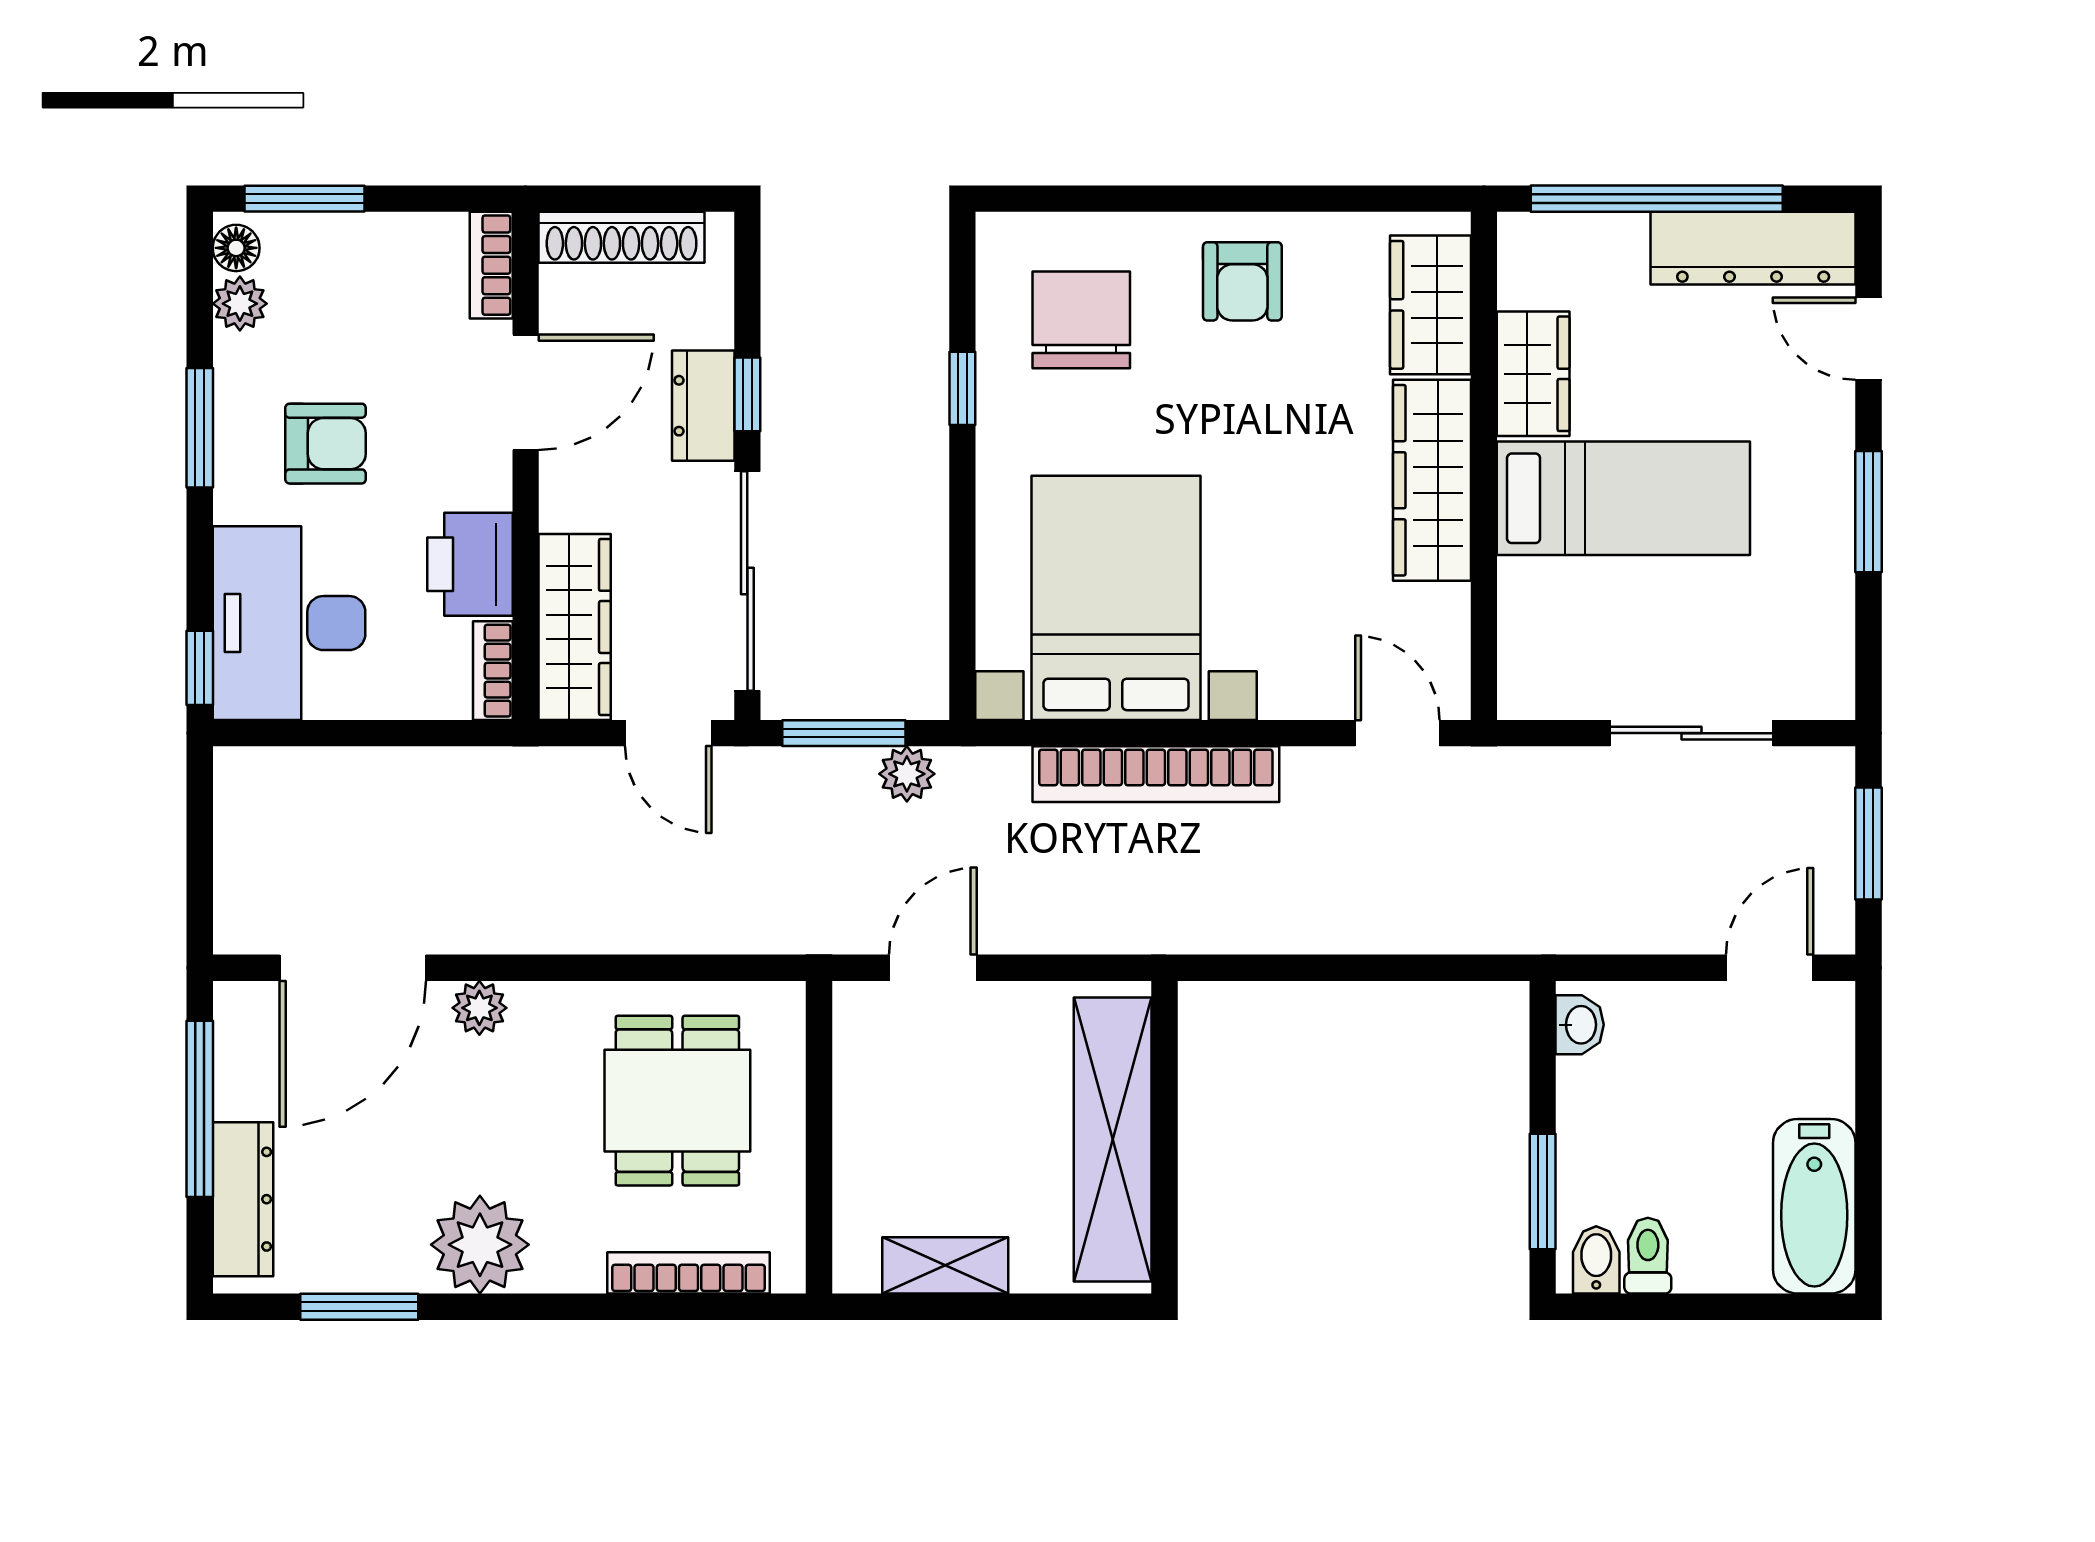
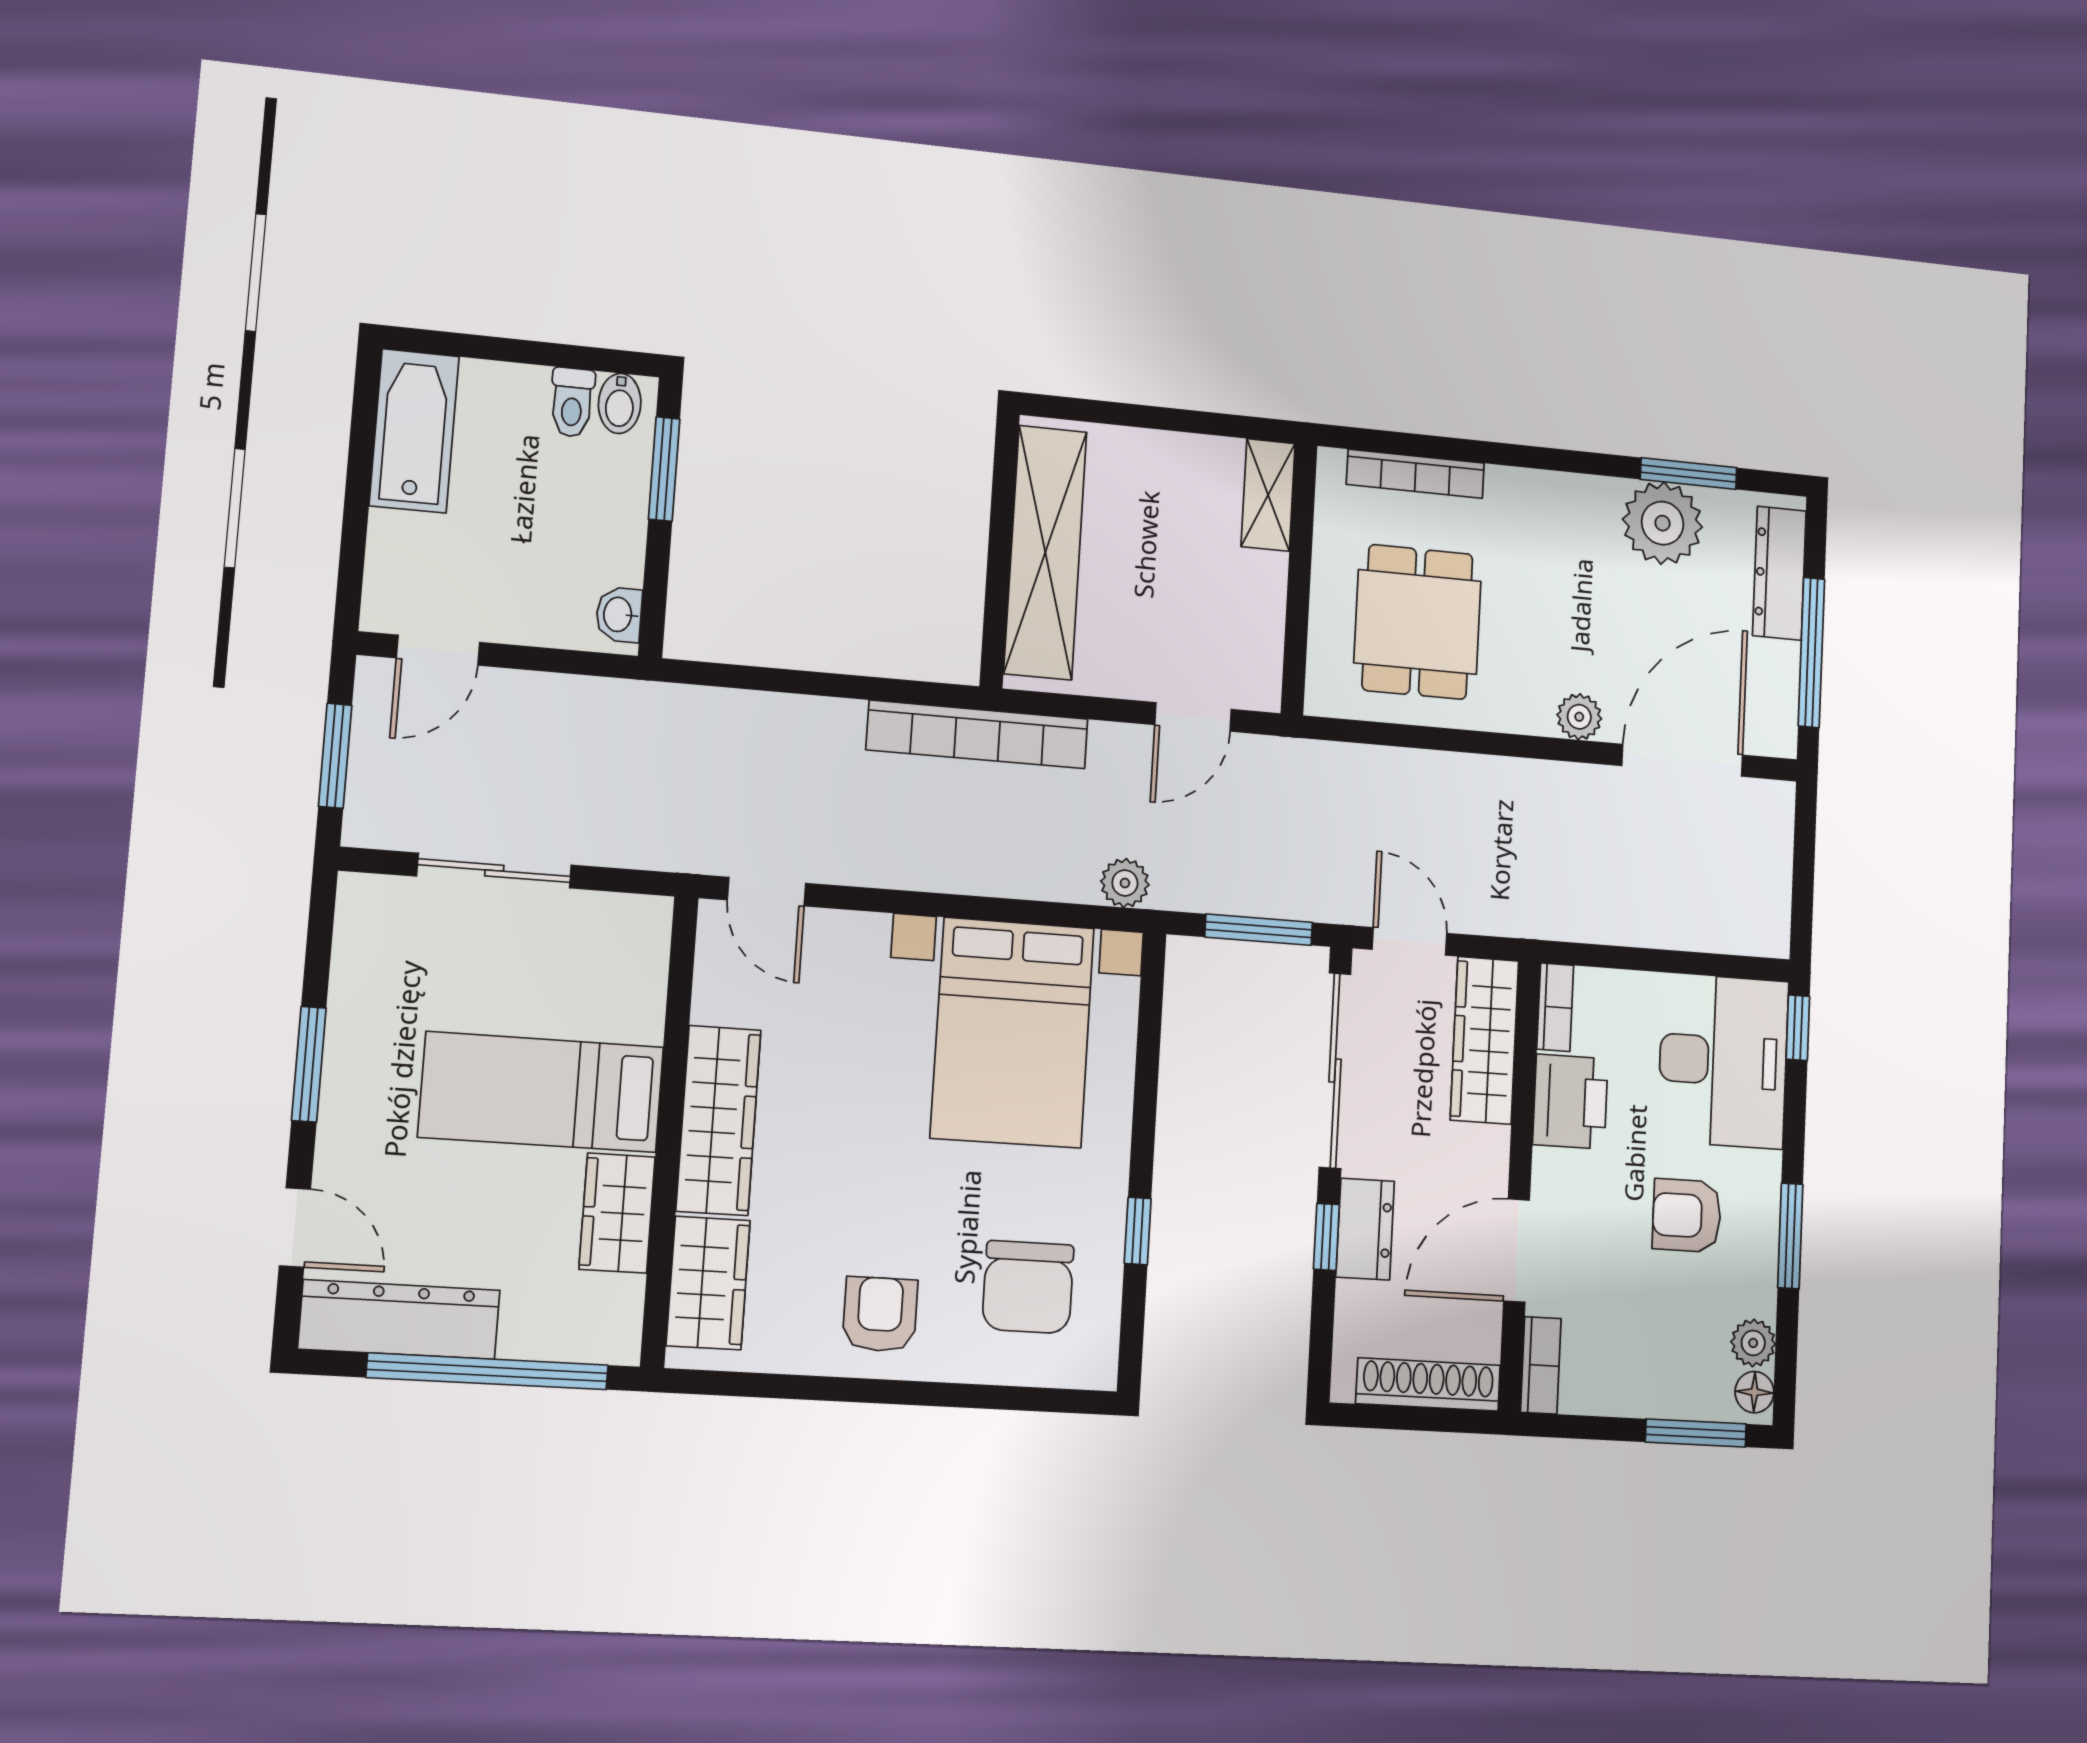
plant: (907, 774) -> (1125, 883), moved
bookcase: (1156, 774) -> (977, 734), moved, turned 180
plant: (480, 1245) -> (1662, 523), moved
shelving: (945, 1265) -> (1268, 495), moved, turned 90

